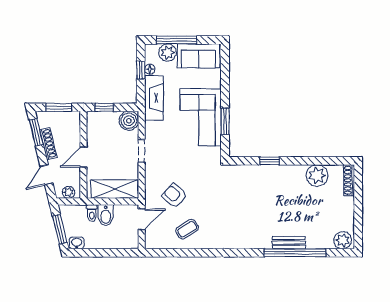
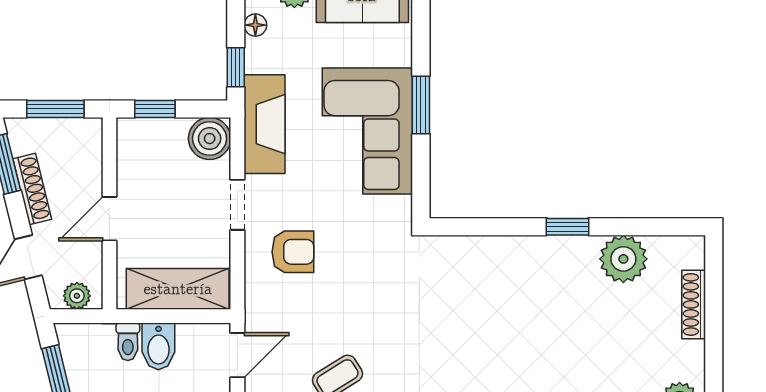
window: (141, 70) -> (236, 67), moved
fireplace: (154, 98) -> (265, 124), moved
window: (225, 121) -> (421, 105), moved
window: (270, 161) -> (568, 227), moved
shoe rack: (349, 180) -> (694, 304), moved
armchair: (174, 196) -> (293, 252), moved, turned 138

